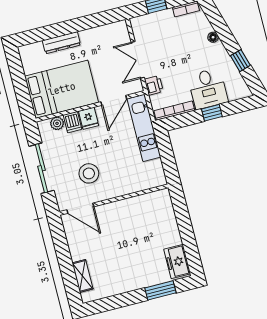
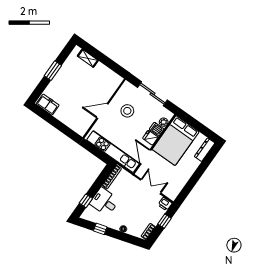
dresser: (62, 43) -> (205, 150), moved
printer: (154, 85) -> (165, 204), moved
window: (212, 113) -> (86, 201), moved
kitchen unit: (144, 128) -> (113, 152), width x1.36
door: (80, 208) -> (102, 111), moved
window: (160, 290) -> (53, 71), moved

